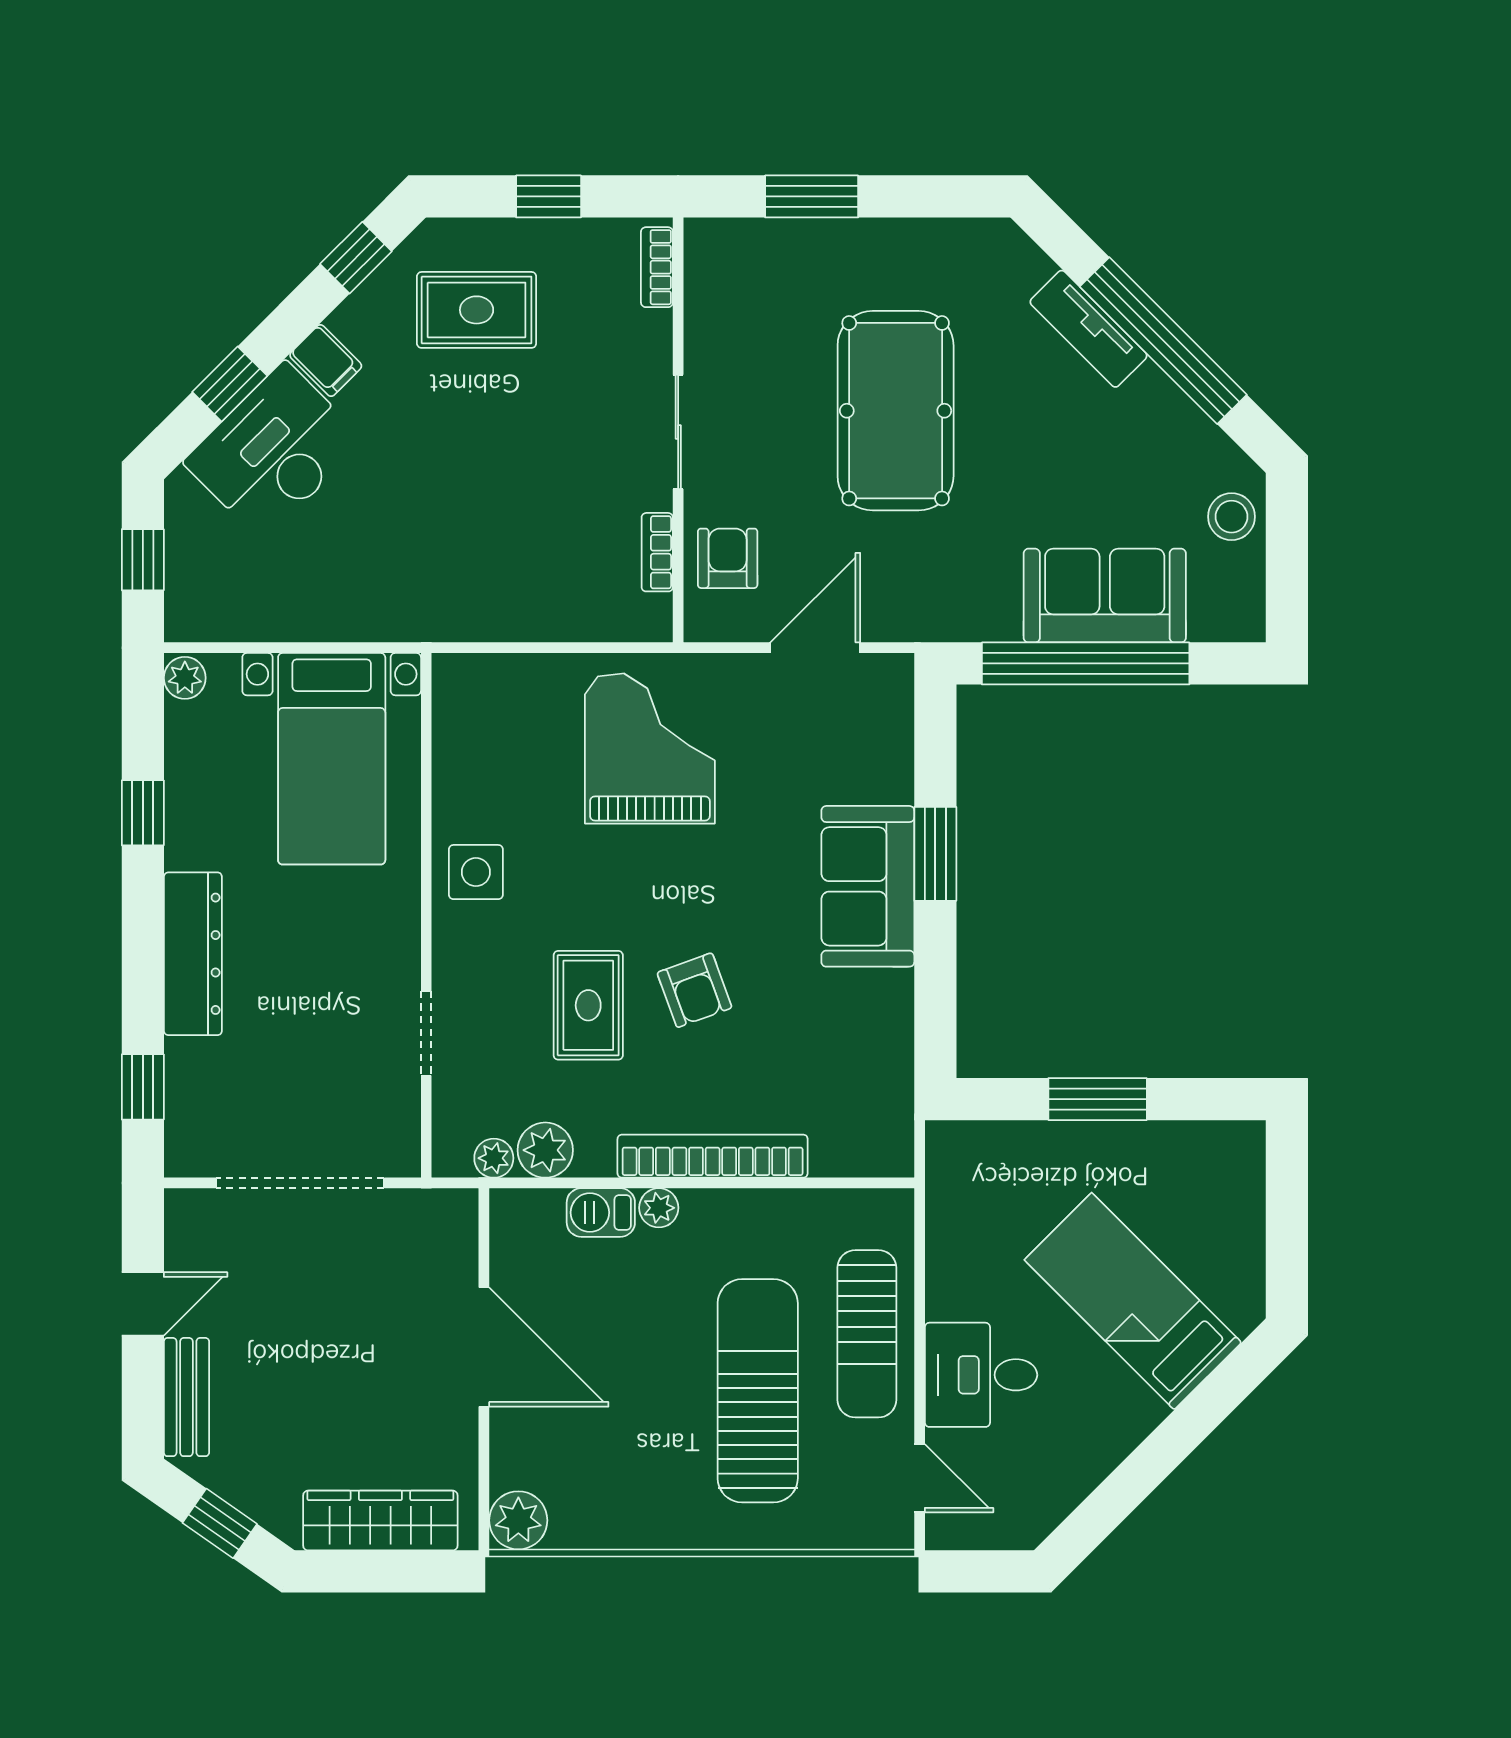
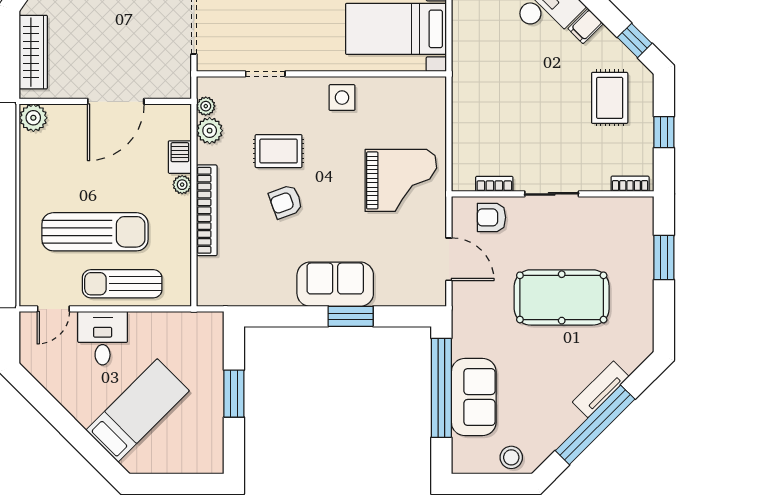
armchair: (728, 558) -> (491, 217), turned 180

